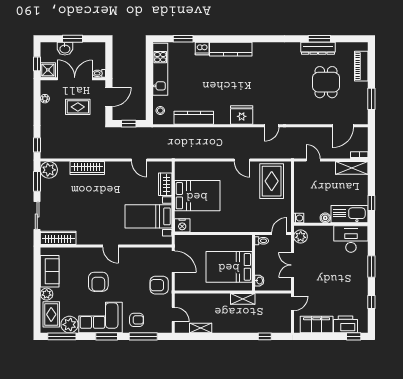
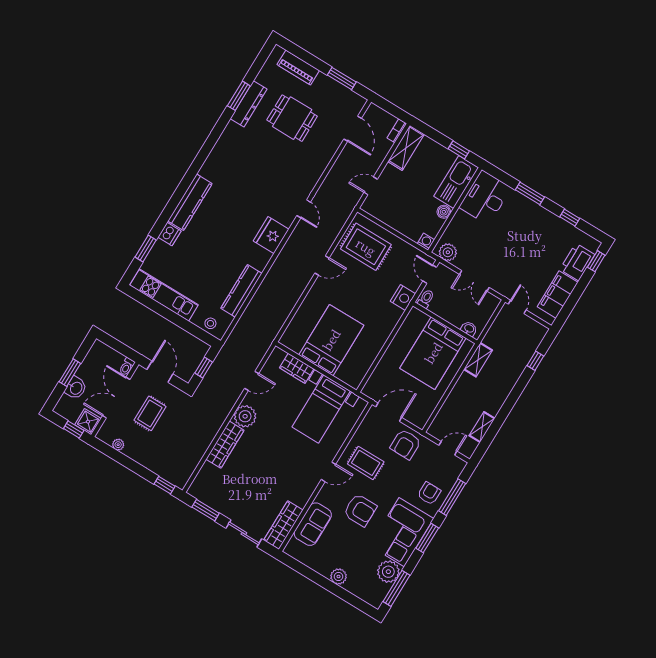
plant: (49, 170) -> (245, 416), moved
nightstand: (182, 225) -> (403, 297), moved
sofa: (50, 271) -> (313, 524), moved, turned 90
rug: (51, 314) -> (366, 463), moved

